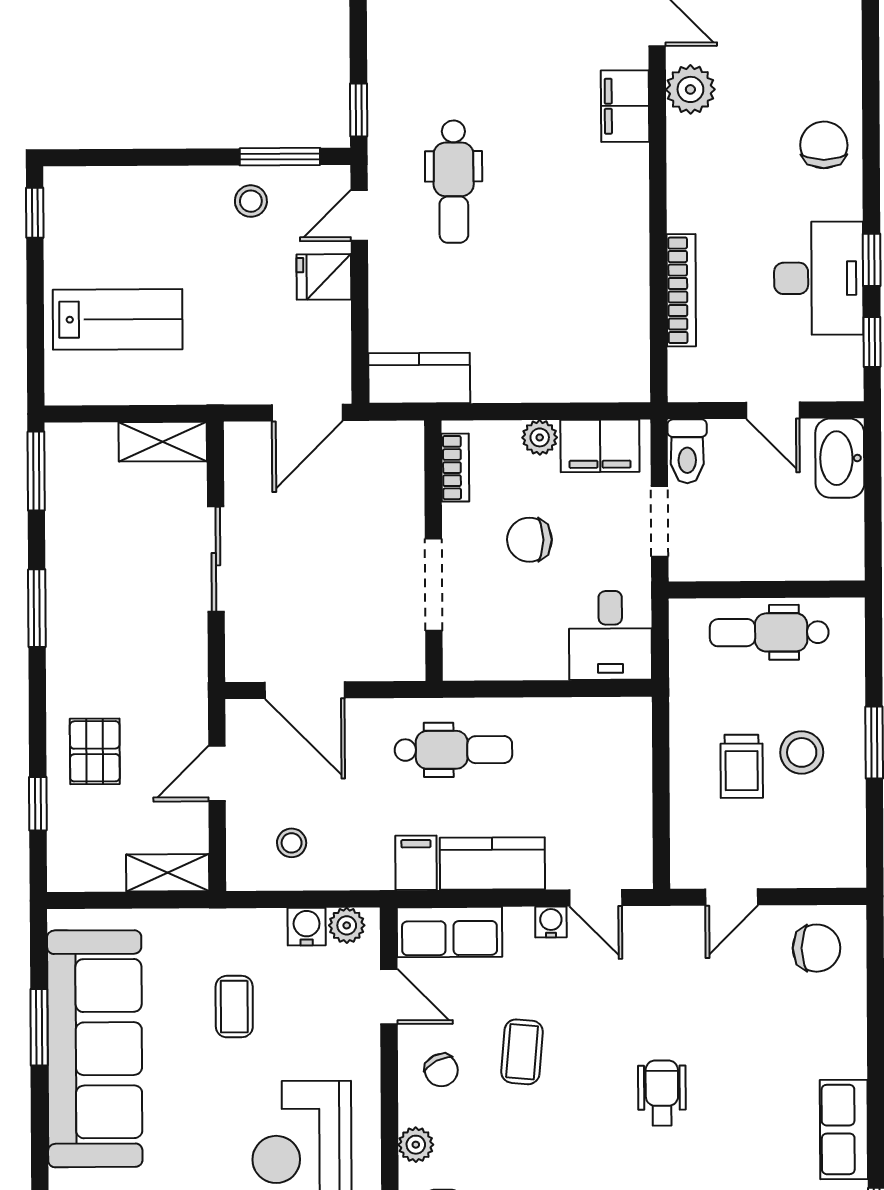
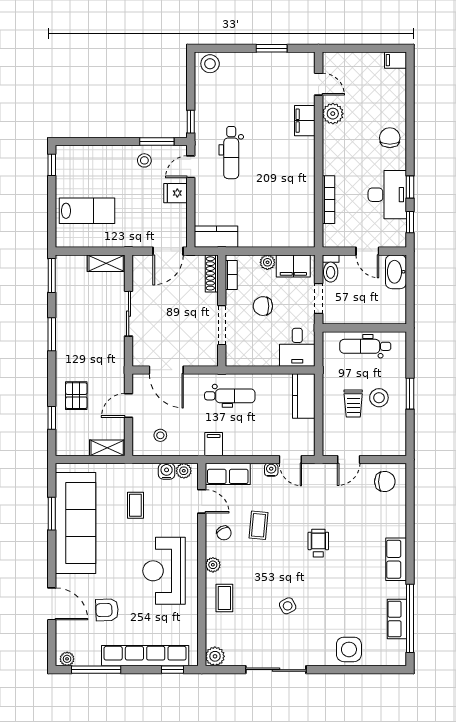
shoe rack: (410, 464) -> (212, 273), added
kitchen counter: (492, 864) -> (304, 396), moved, turned -90

